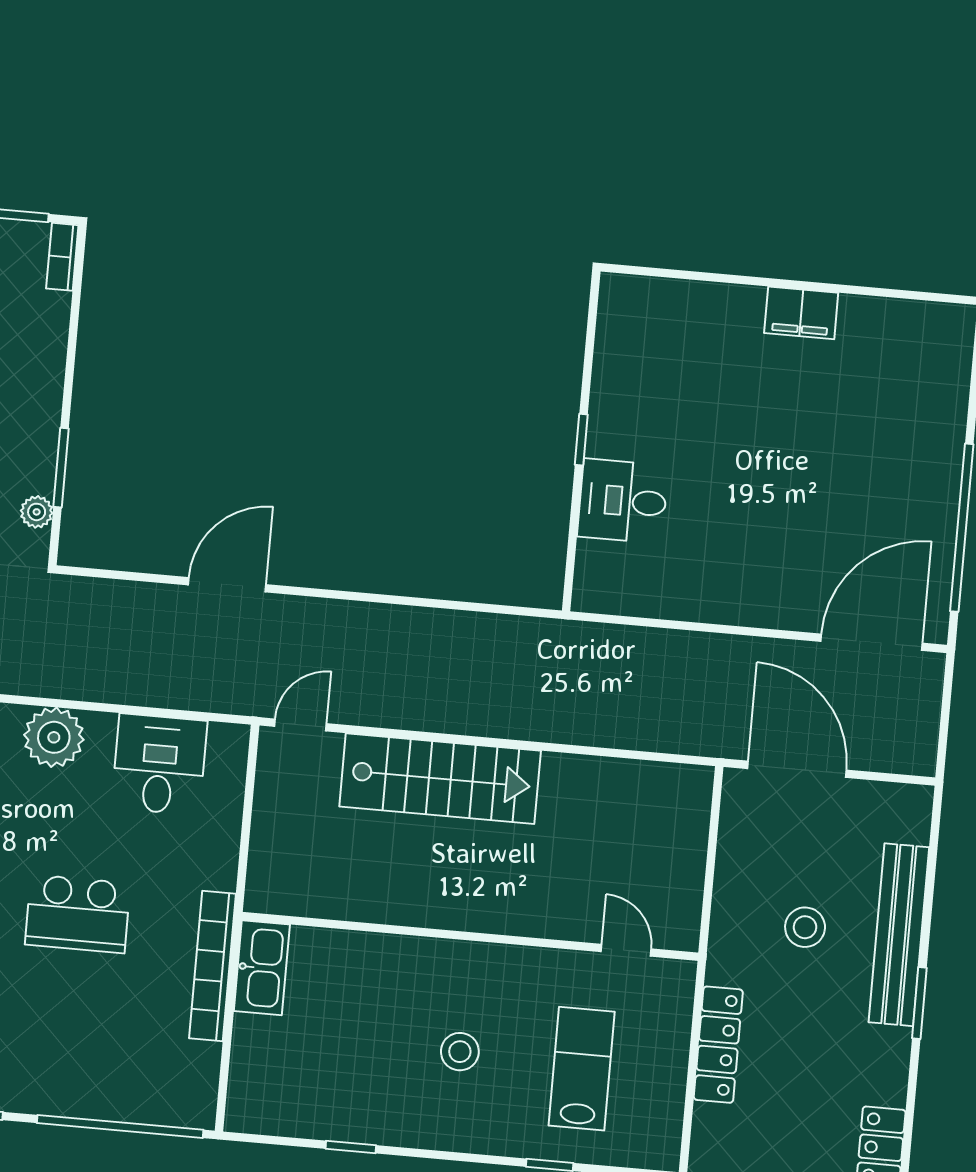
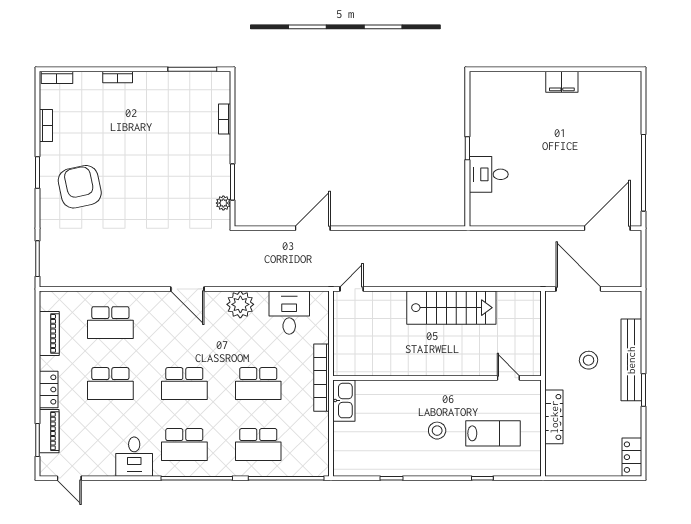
bookcase: (62, 257) -> (225, 119), moved
stairs: (440, 779) -> (451, 308), moved
bookcase: (213, 966) -> (321, 378), moved
school desk: (66, 1047) -> (258, 445), added
lab bench: (582, 1069) -> (493, 433), turned 90

